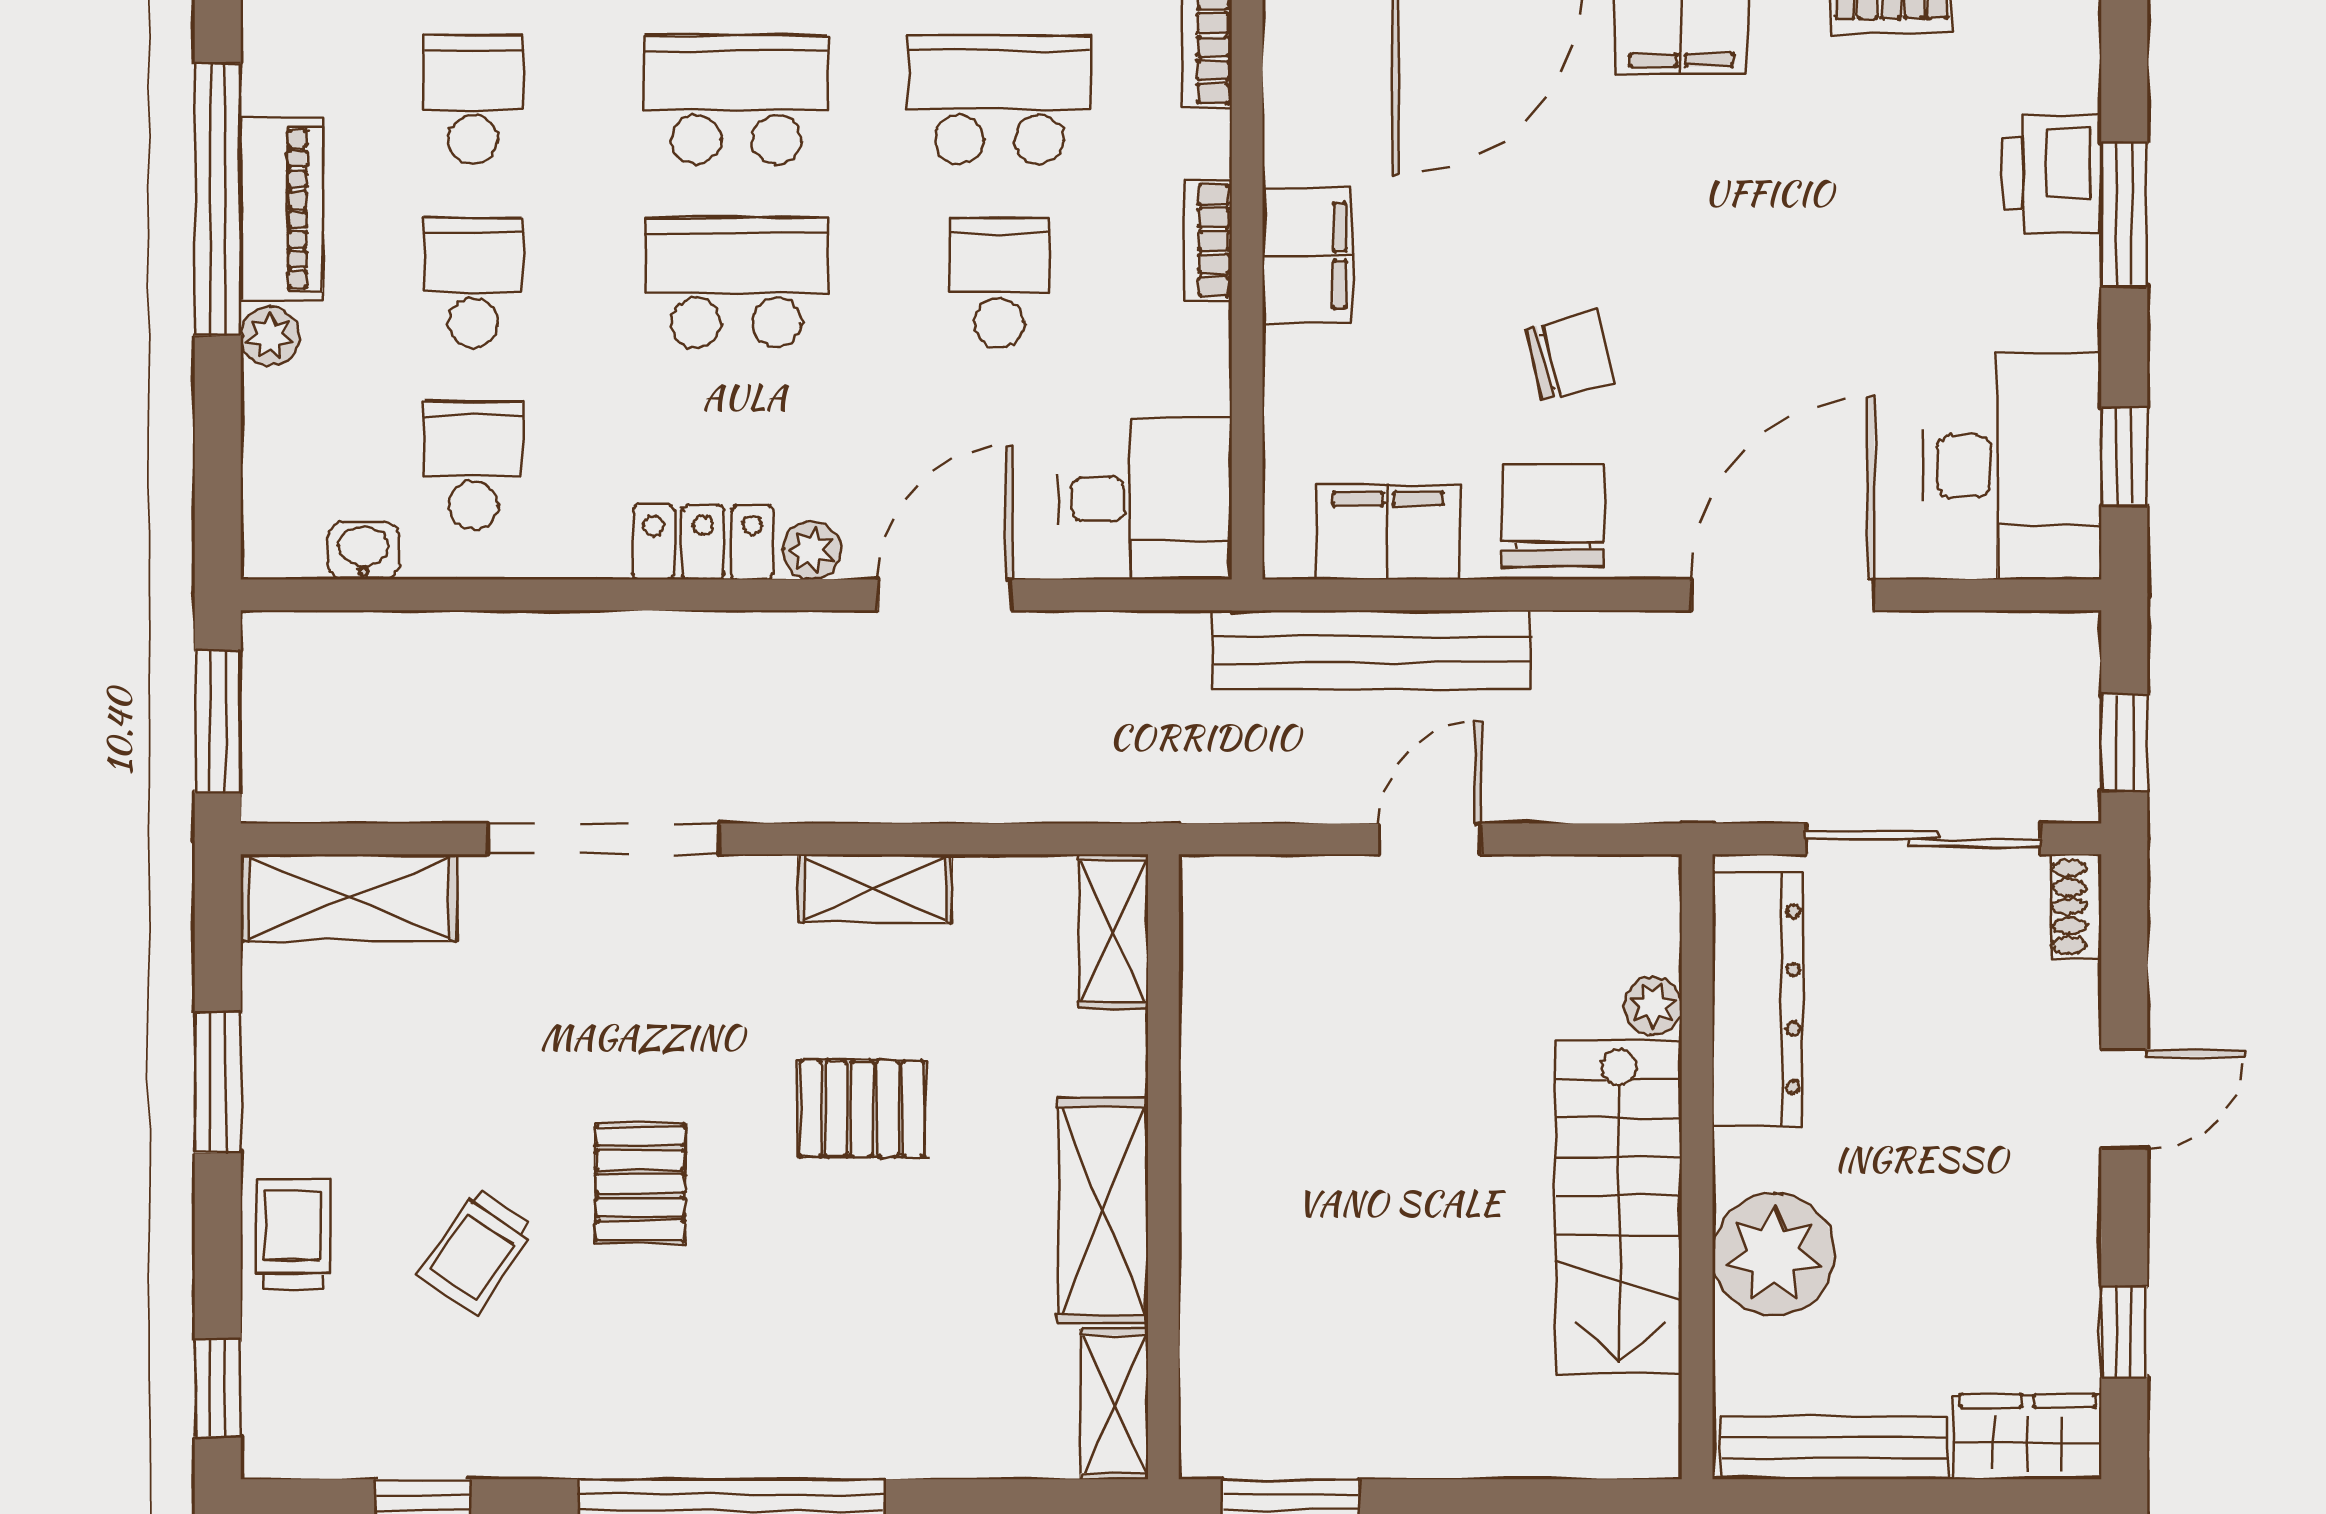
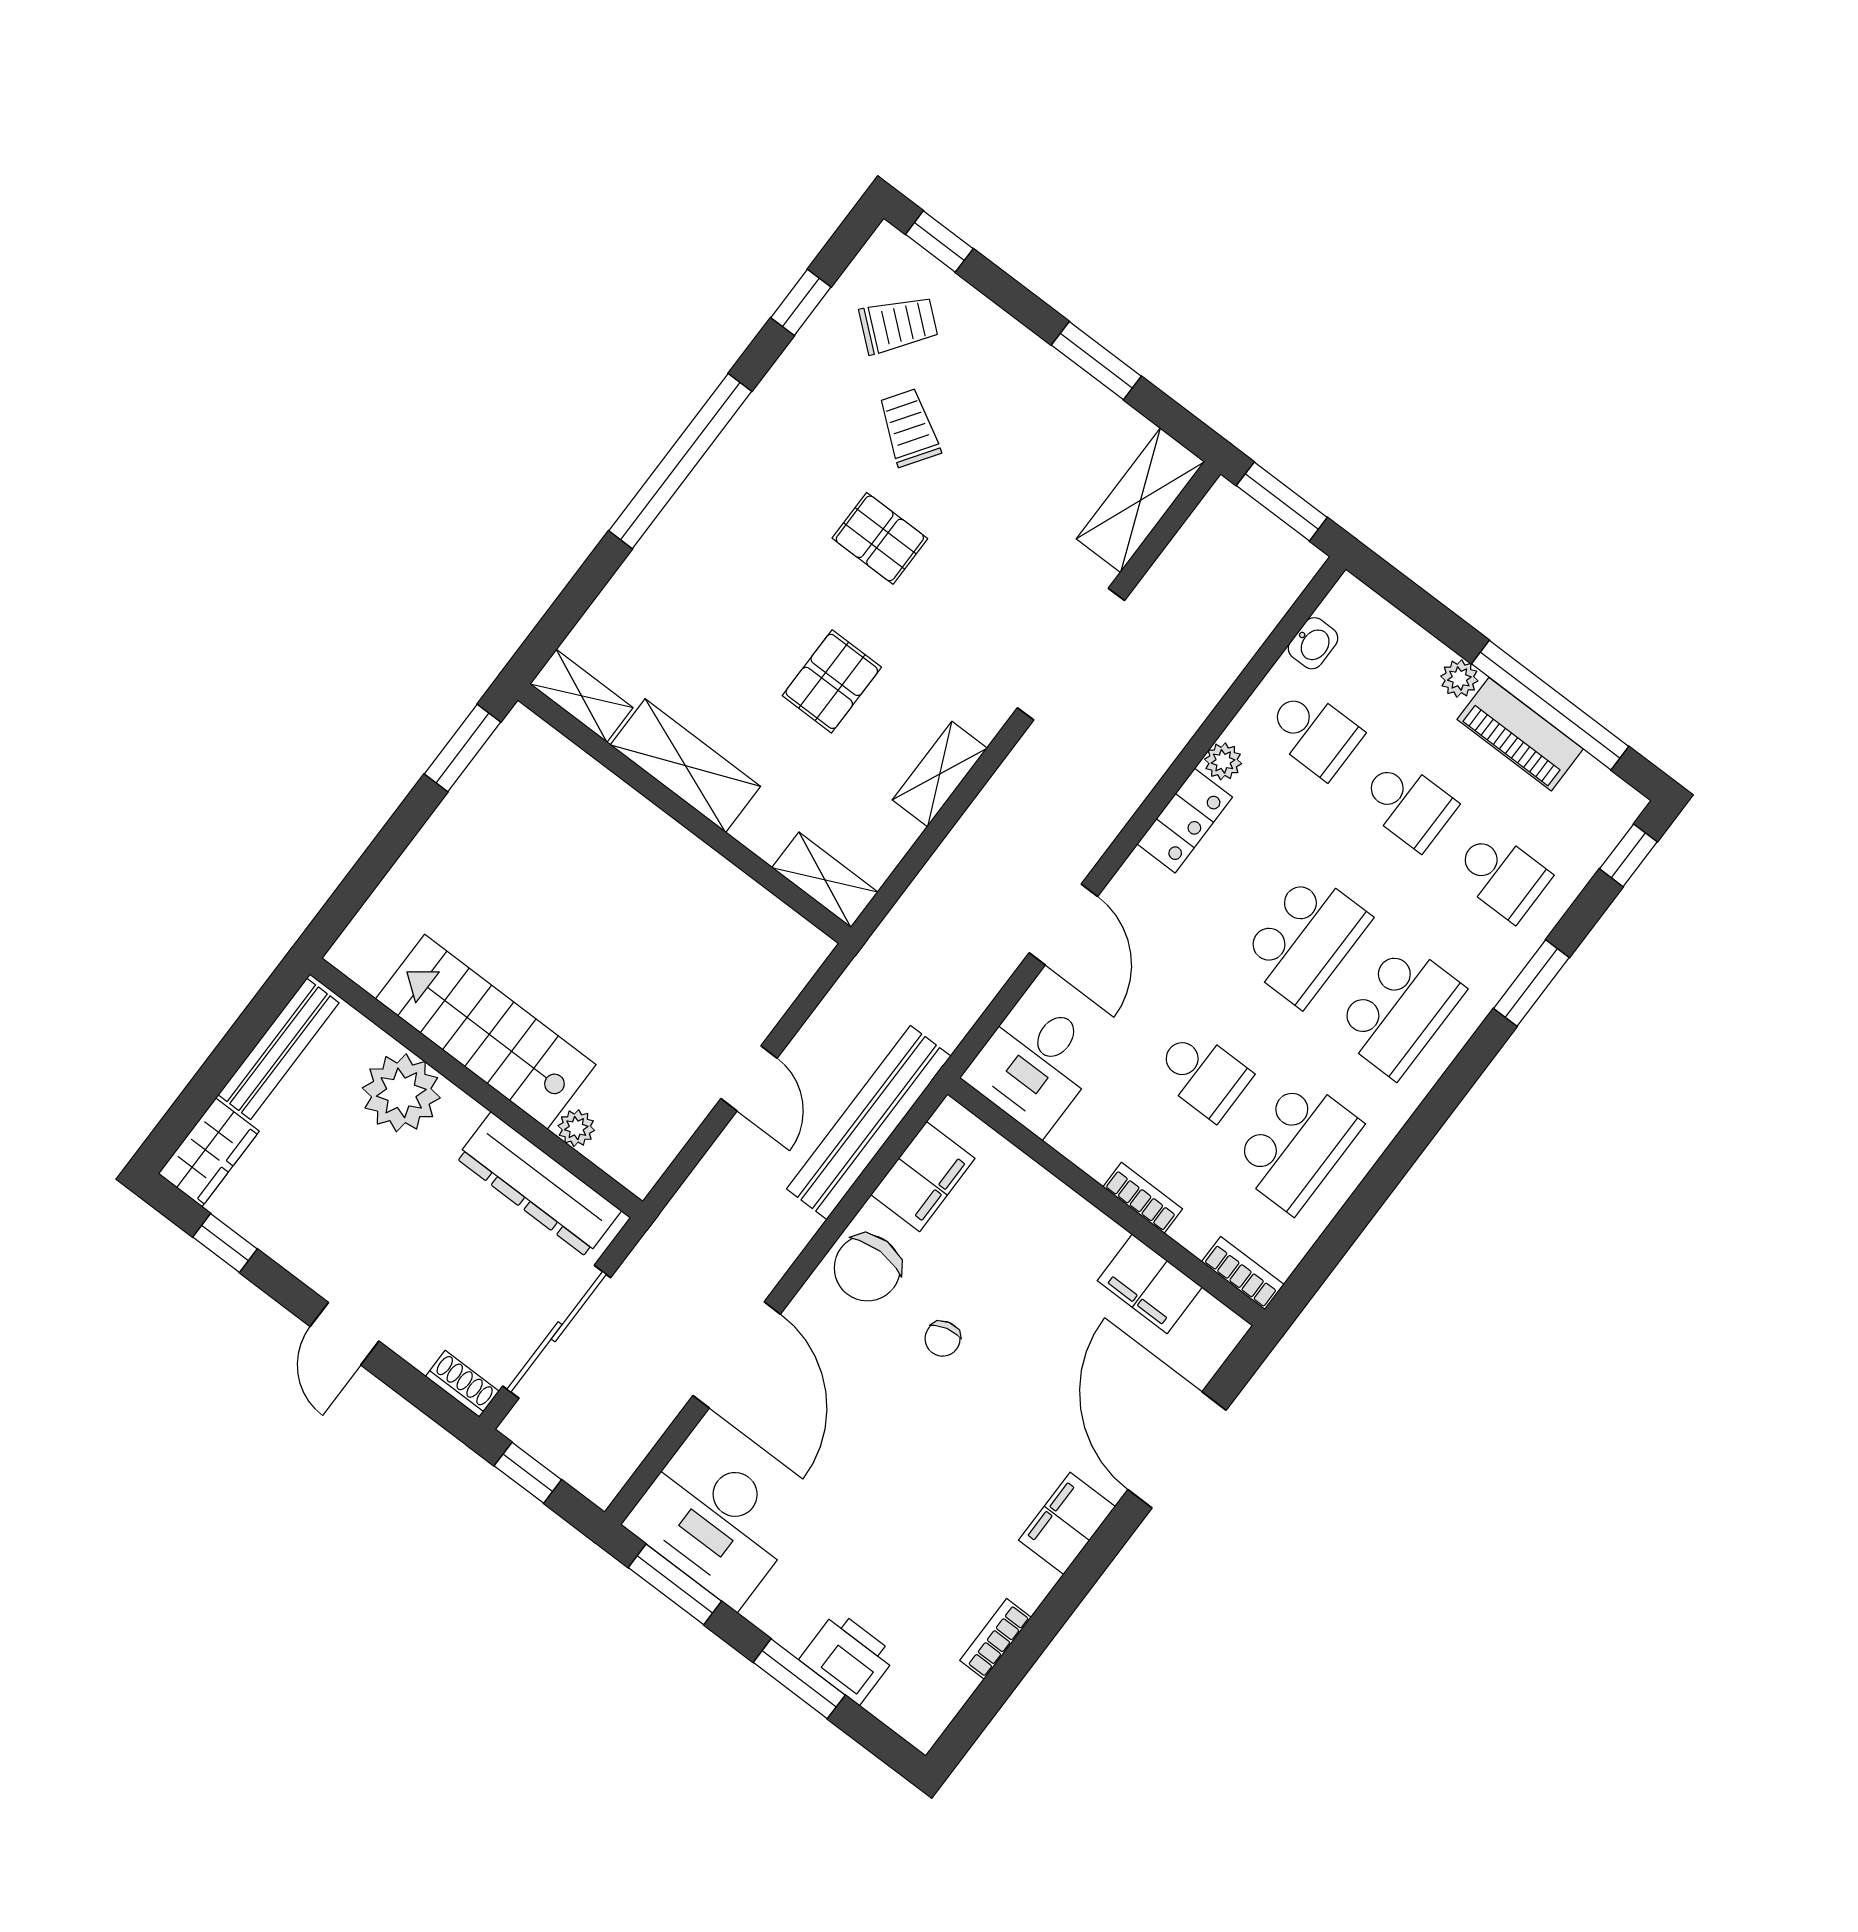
filing cabinet: (1308, 256) -> (1150, 1284), moved
chair: (1570, 356) -> (943, 1339), width x0.73, depth x0.73
window: (2124, 456) -> (675, 1584), width x1.50
chair: (1553, 515) -> (867, 1268), turned 90
plant: (812, 551) -> (1223, 761), moved
trolley: (293, 1234) -> (898, 325), moved, turned -50

